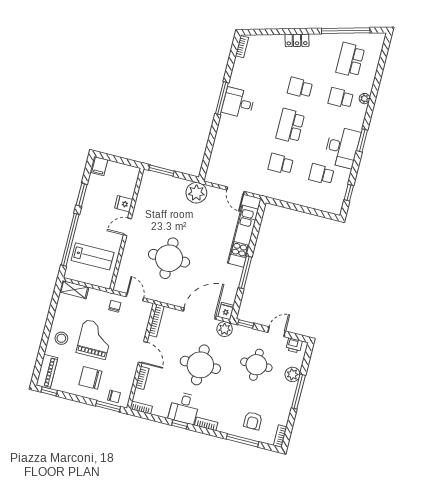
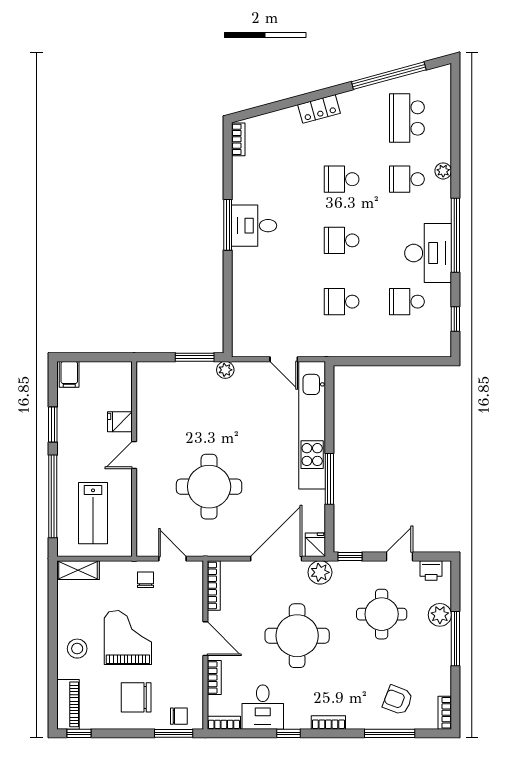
school desk: (290, 126) -> (342, 240), width x0.54
window: (362, 140) -> (455, 235), width x2.11
window: (161, 171) -> (195, 357), moved
plant: (196, 193) -> (225, 370), width x0.53, depth x0.53
kitchen unit: (243, 236) -> (312, 425), width x1.36
lab bench: (93, 256) -> (93, 513), turned 90
desk: (184, 408) -> (263, 707), moved
armchair: (253, 421) -> (398, 700), turned 111

